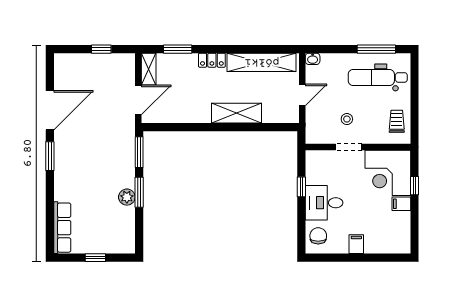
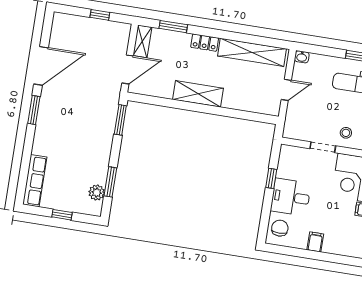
shelving: (237, 113) -> (198, 94), moved
stool: (347, 119) -> (346, 133), moved
window: (139, 192) -> (110, 182), moved
plant: (127, 197) -> (97, 193), moved

